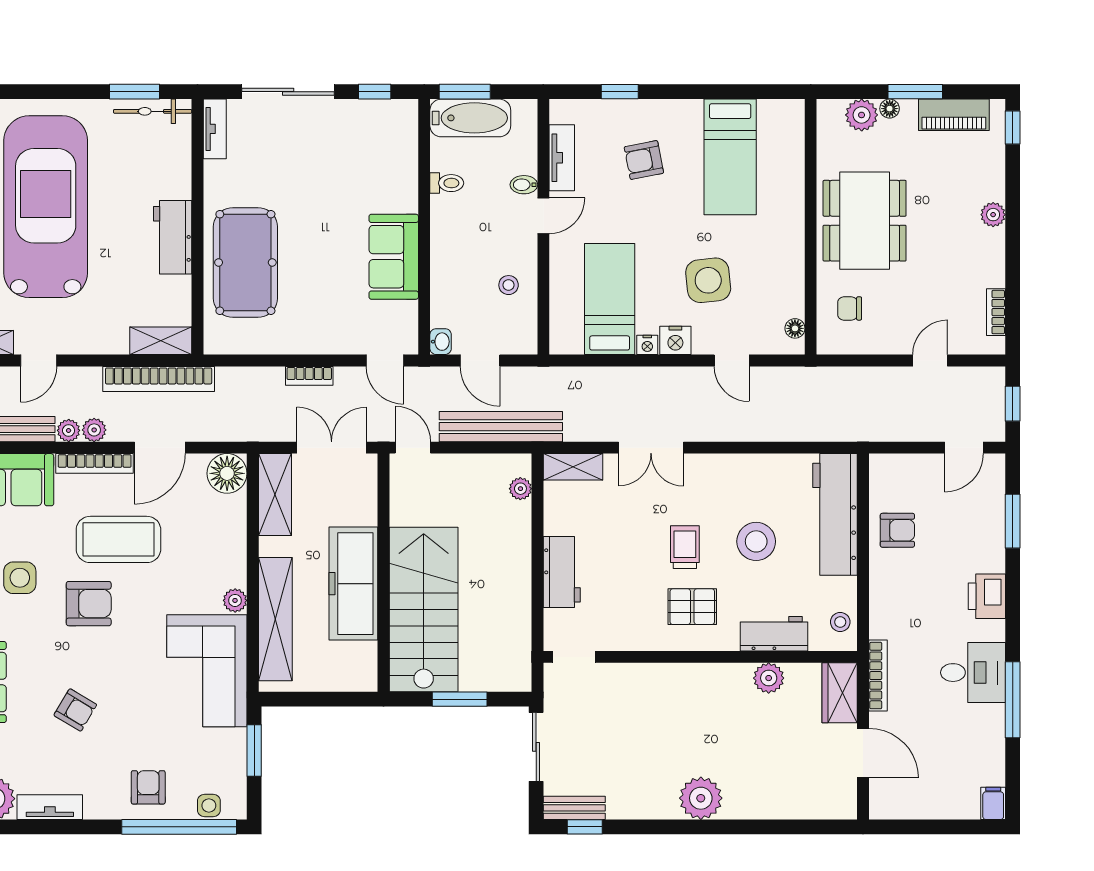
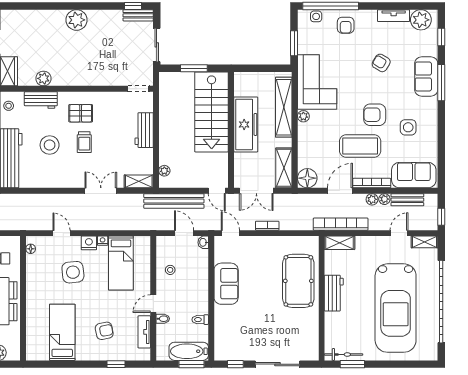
tv unit: (215, 129) -> (313, 346), removed

